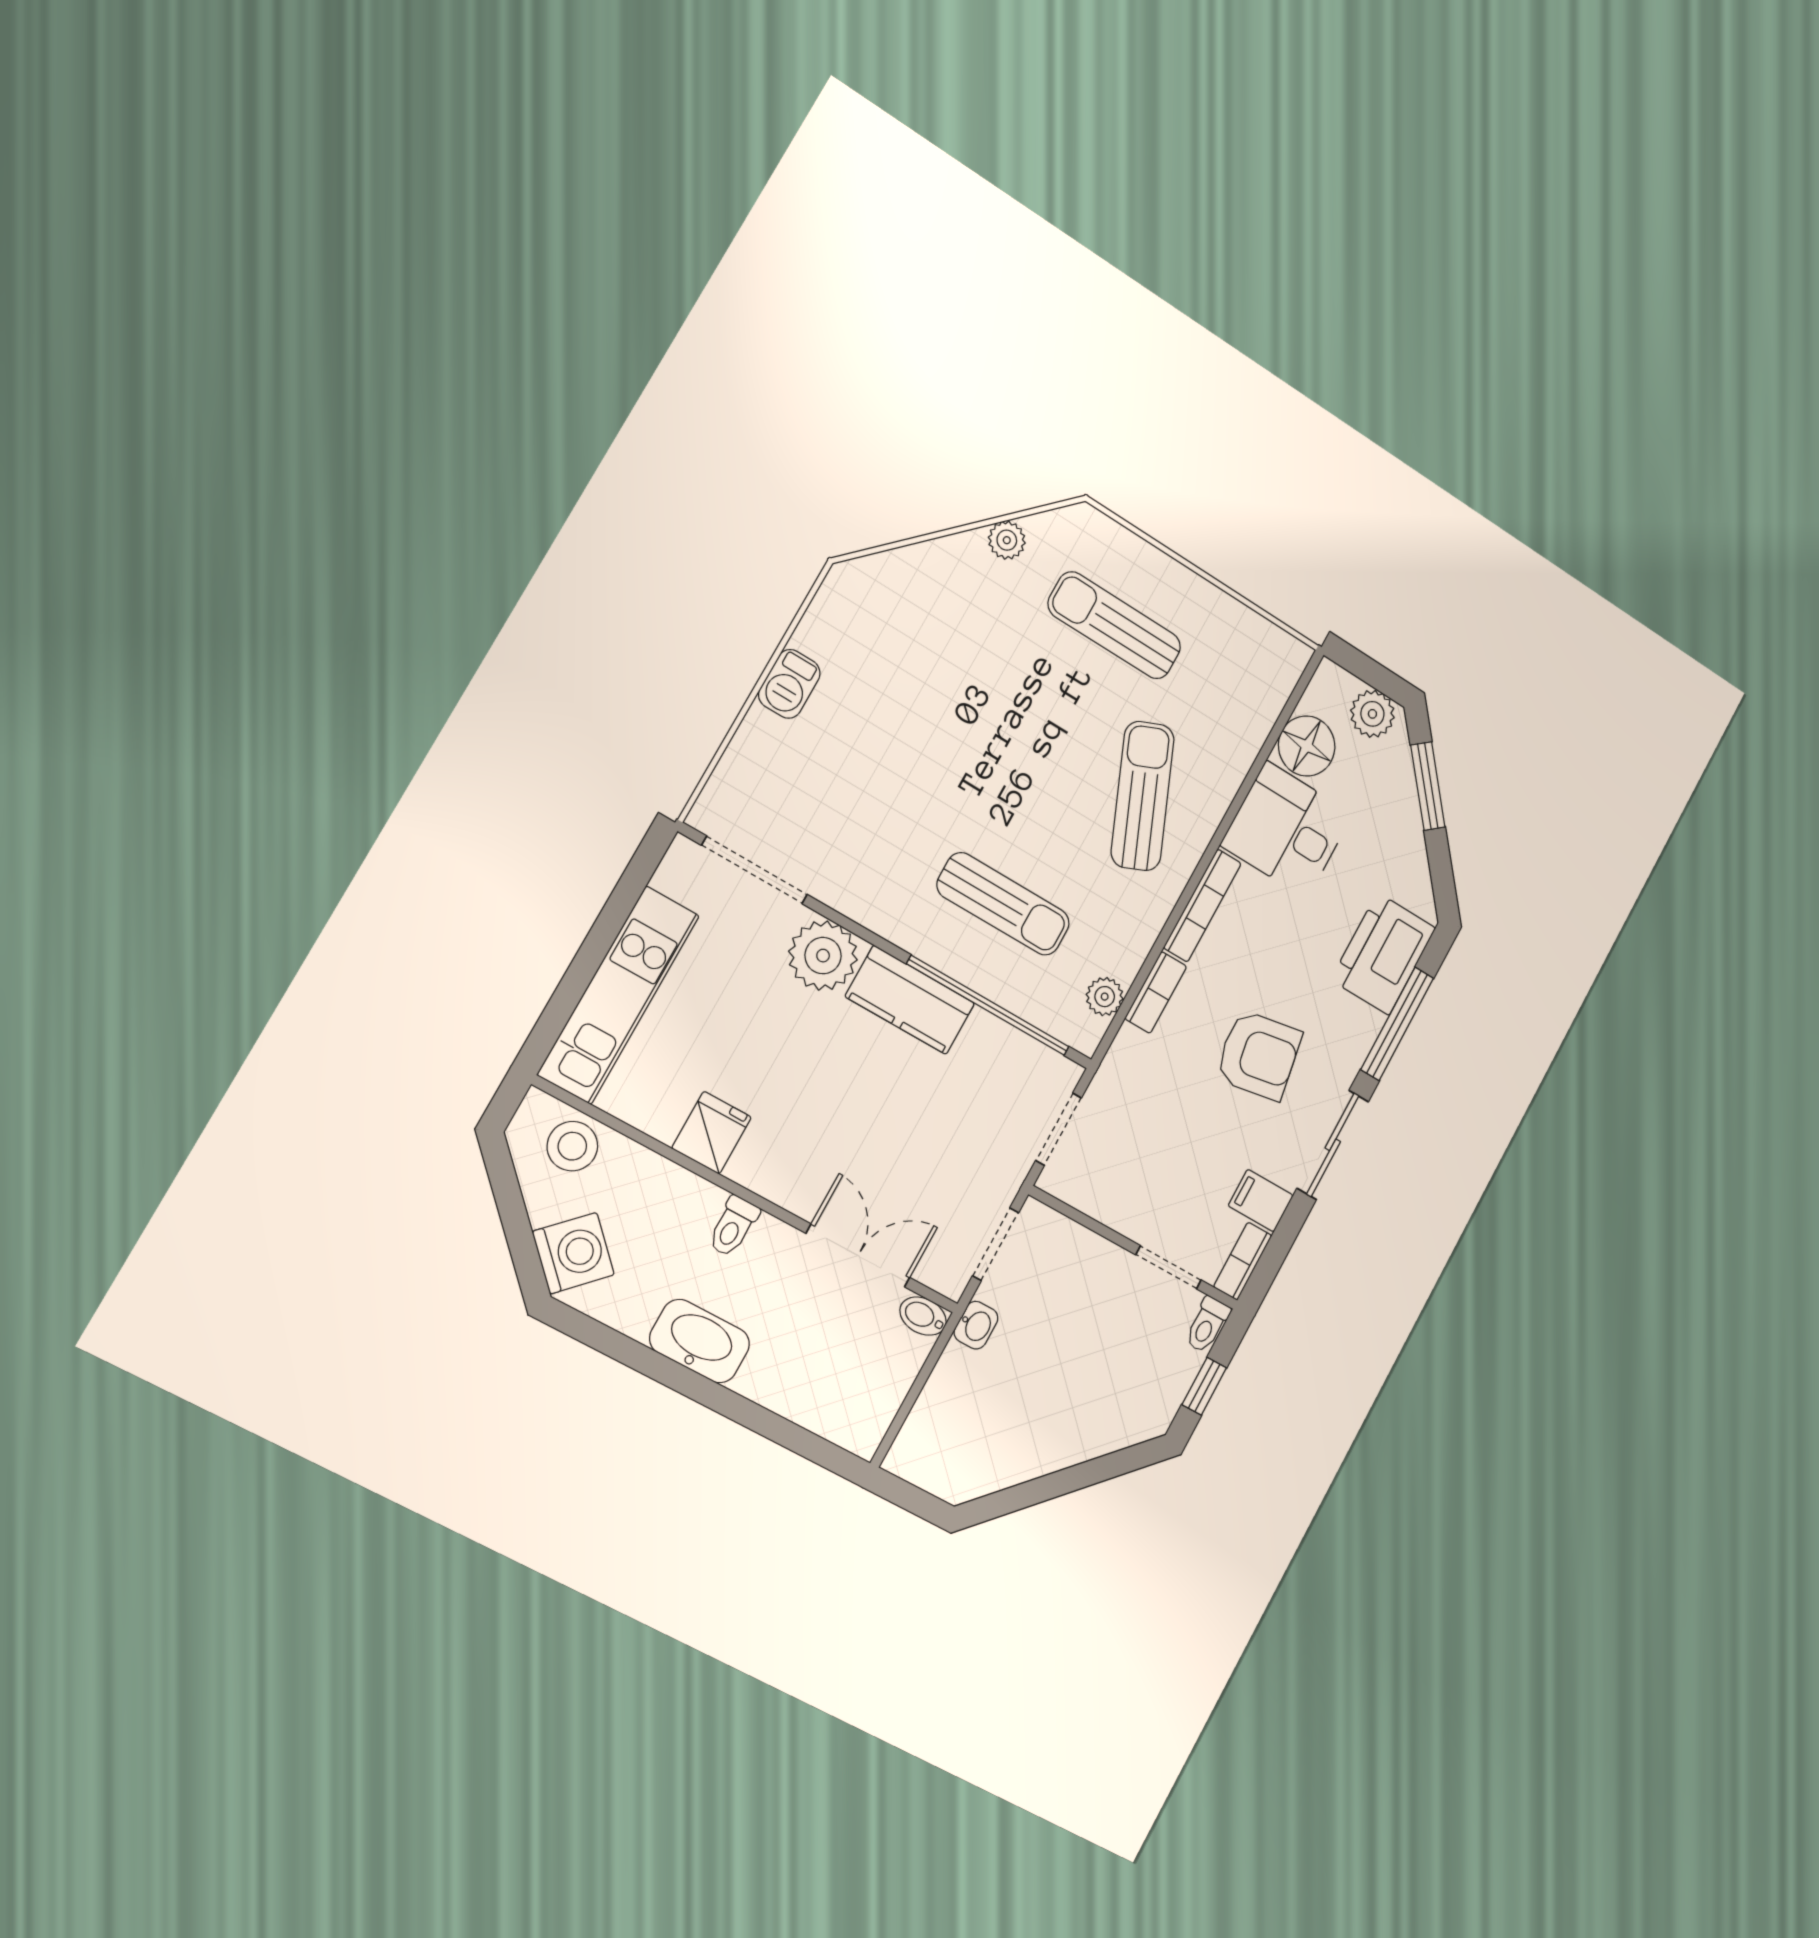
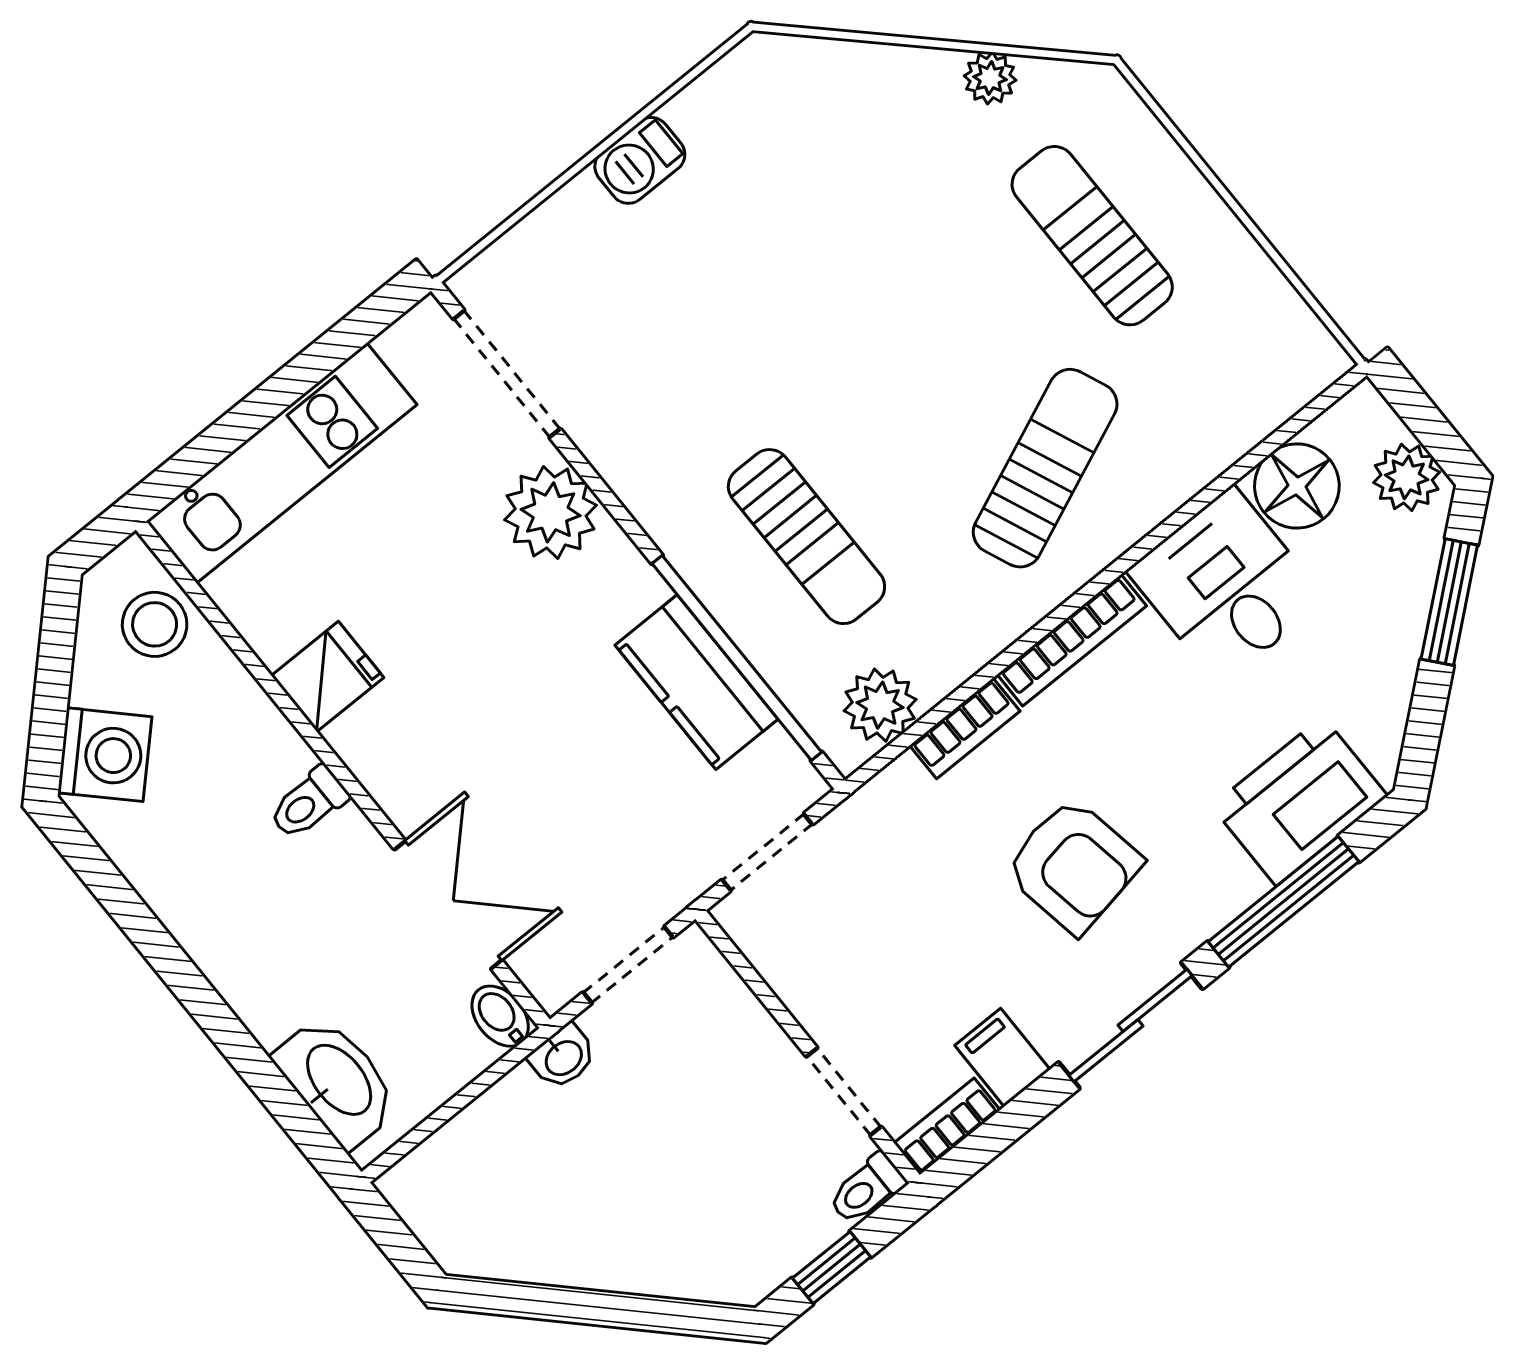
plant: (1105, 997) -> (880, 705), width x1.38, depth x1.38
kitchen counter: (910, 1000) -> (697, 682), moved
washbasin: (700, 1341) -> (337, 1081), moved

